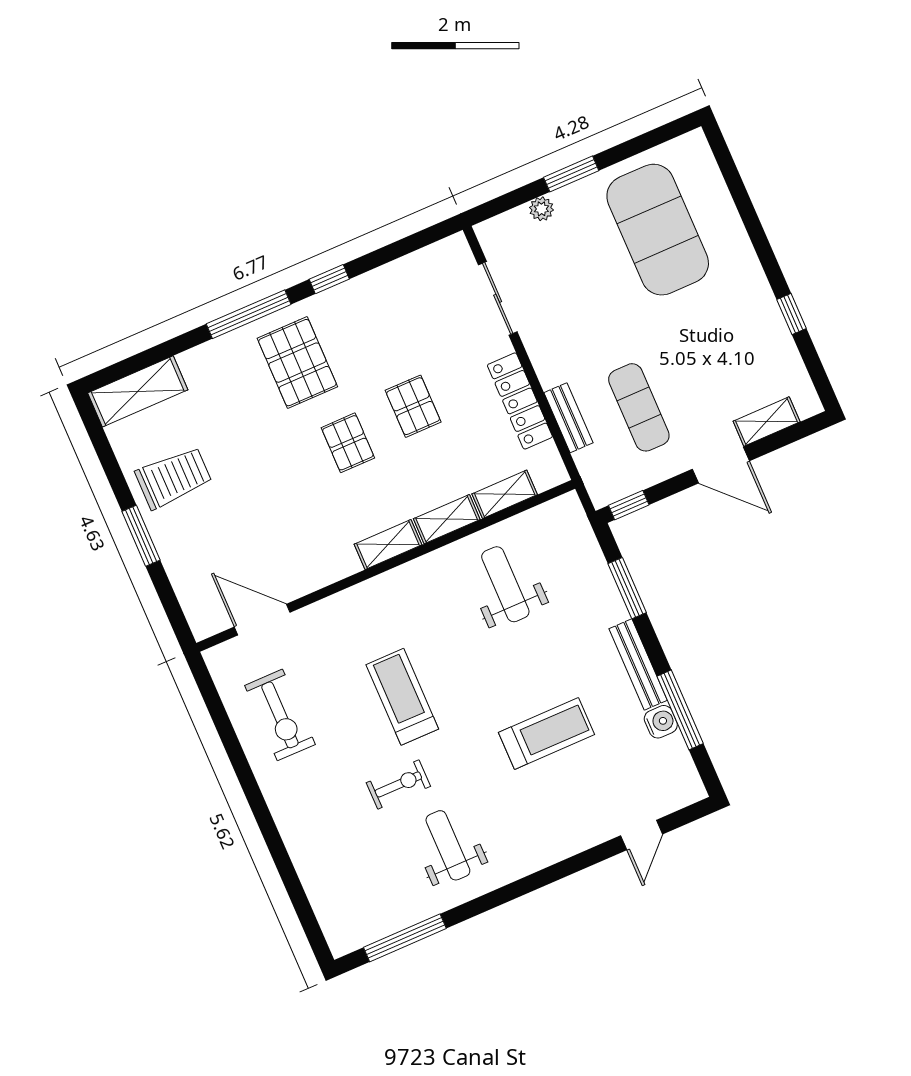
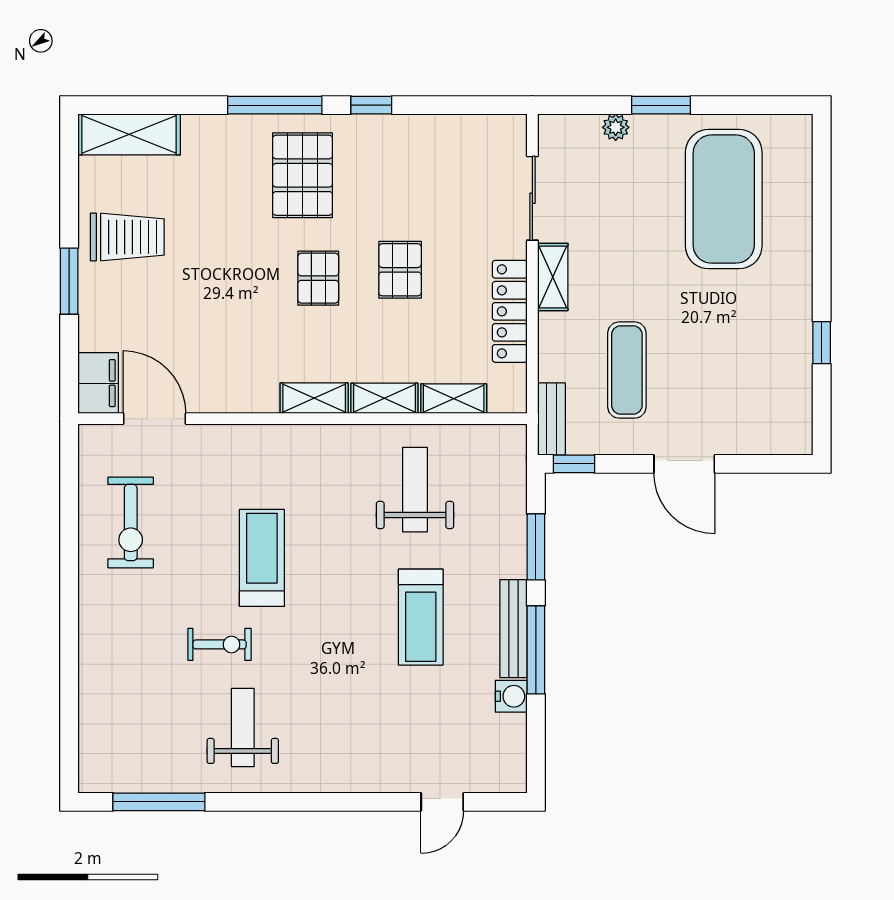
bench: (568, 418) -> (551, 419), moved
shelving: (767, 421) -> (553, 277), moved, turned 90
filing cabinet: (202, 610) -> (98, 383), added
window: (680, 710) -> (536, 650), moved
treadmill: (547, 734) -> (421, 617), moved, turned 90

